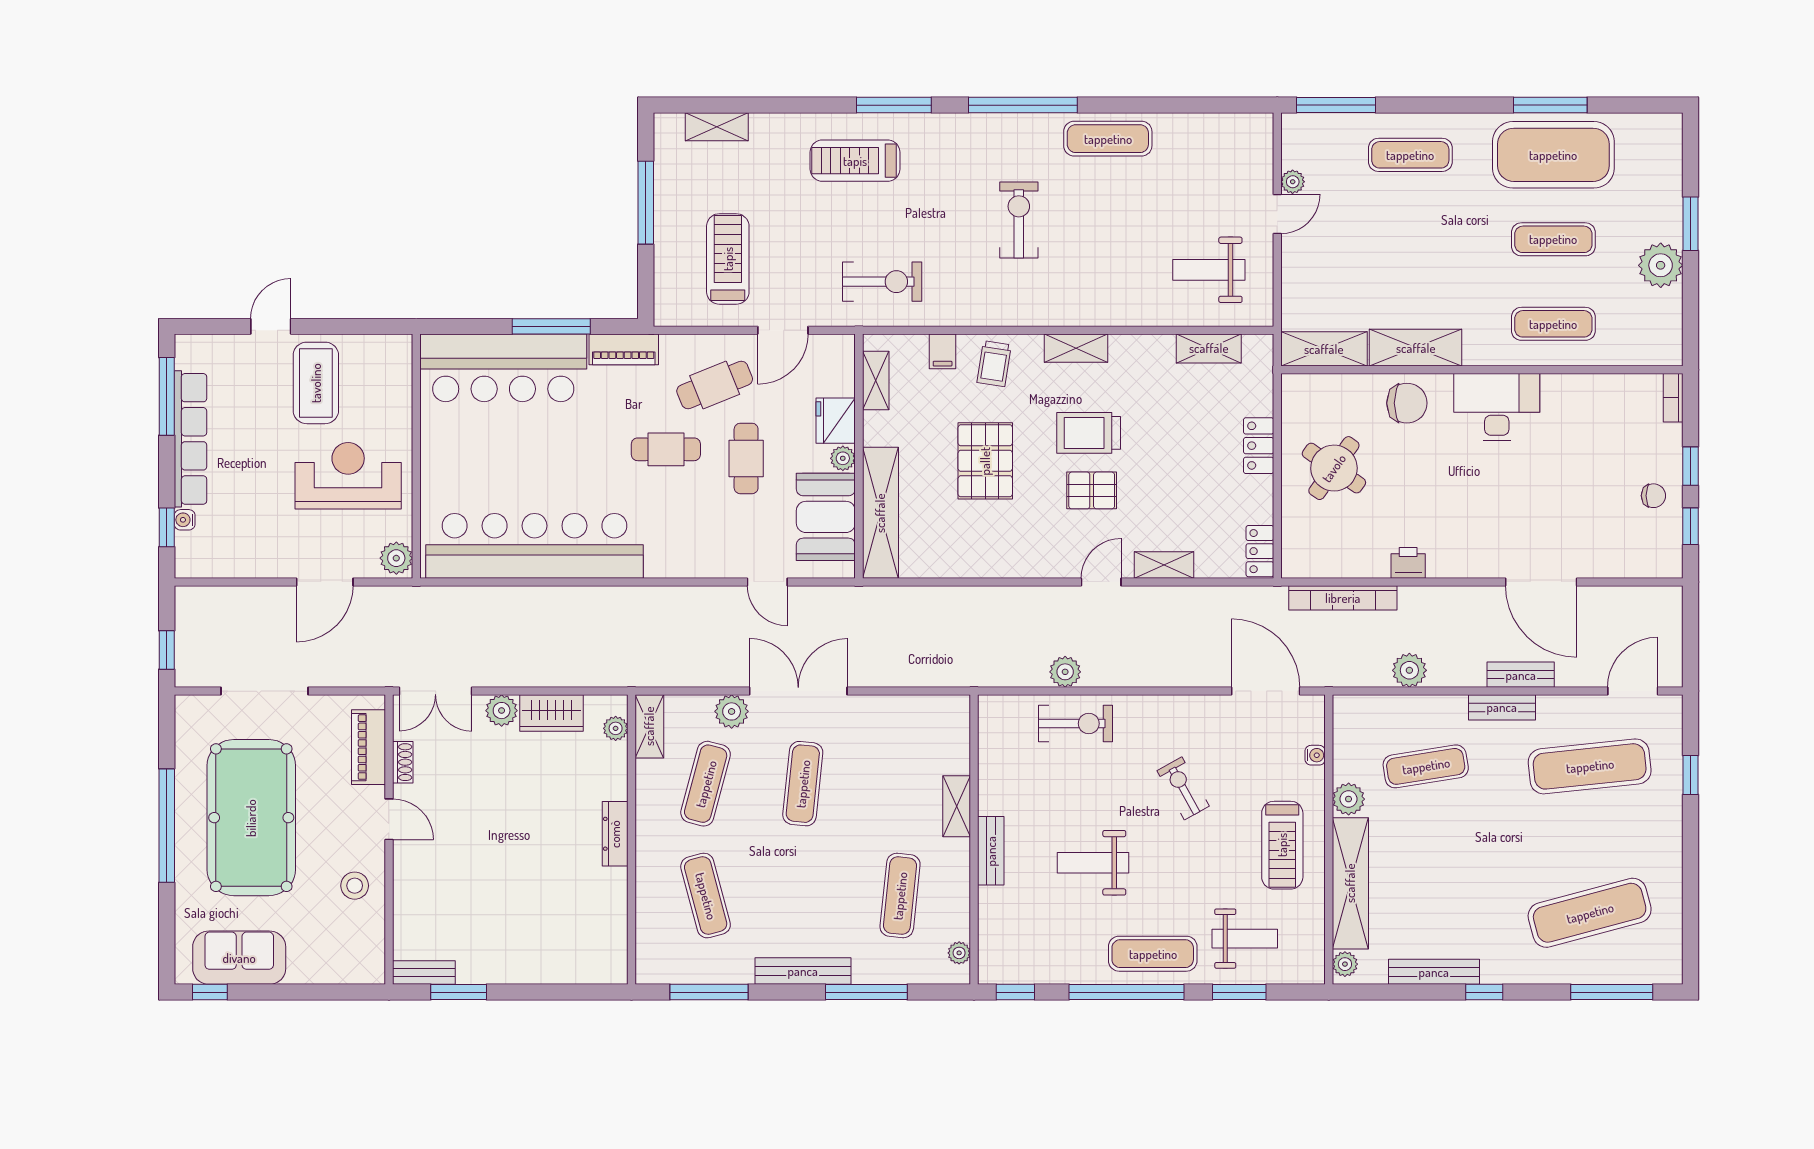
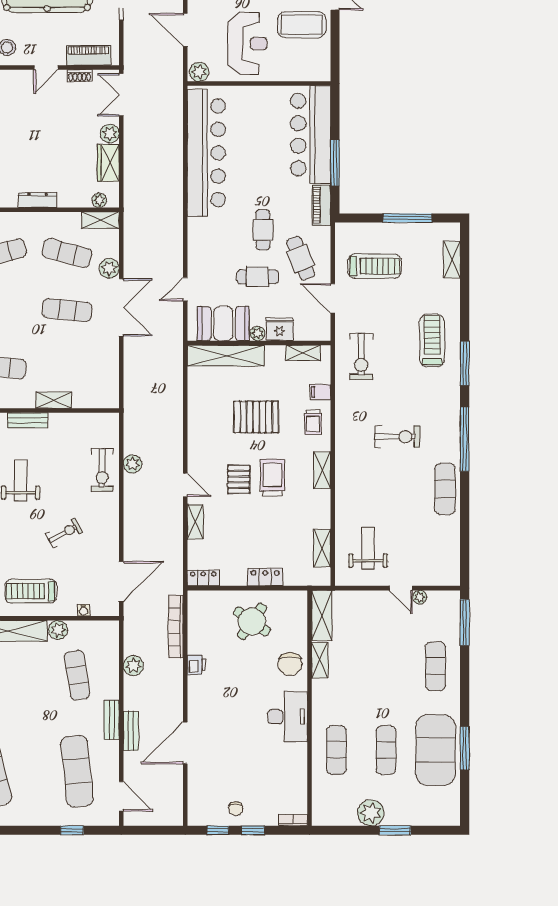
shelving: (1416, 348) -> (320, 660), width x0.67, depth x0.75
trolley: (994, 364) -> (313, 422), turned -99

